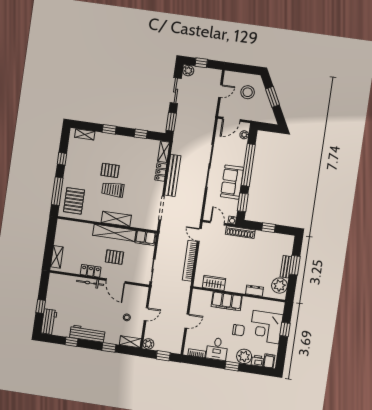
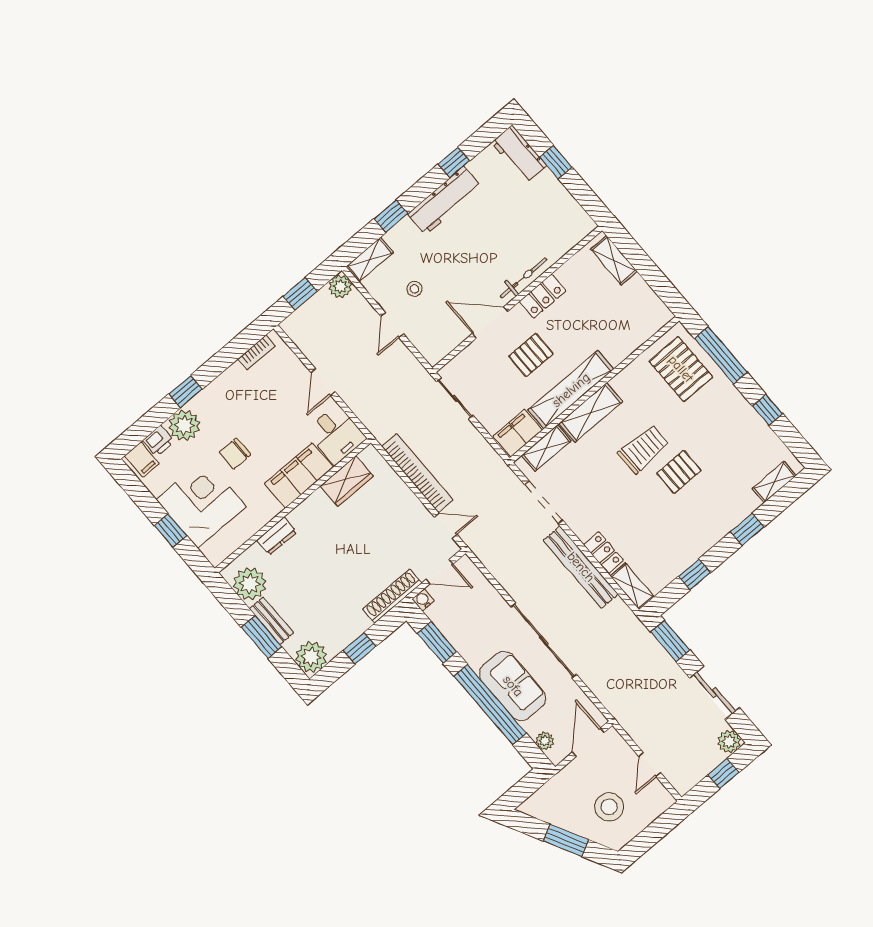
sofa: (232, 182) -> (513, 686), moved
shelving: (142, 224) -> (546, 448), added
plant: (286, 242) -> (311, 657), added
desk: (217, 349) -> (336, 435), moved, turned 180

